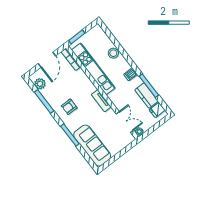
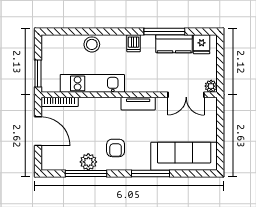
kitchen unit: (93, 69) -> (92, 83), width x0.73
plant: (40, 84) -> (88, 162), moved
double door: (125, 122) -> (186, 95), swing flipped

